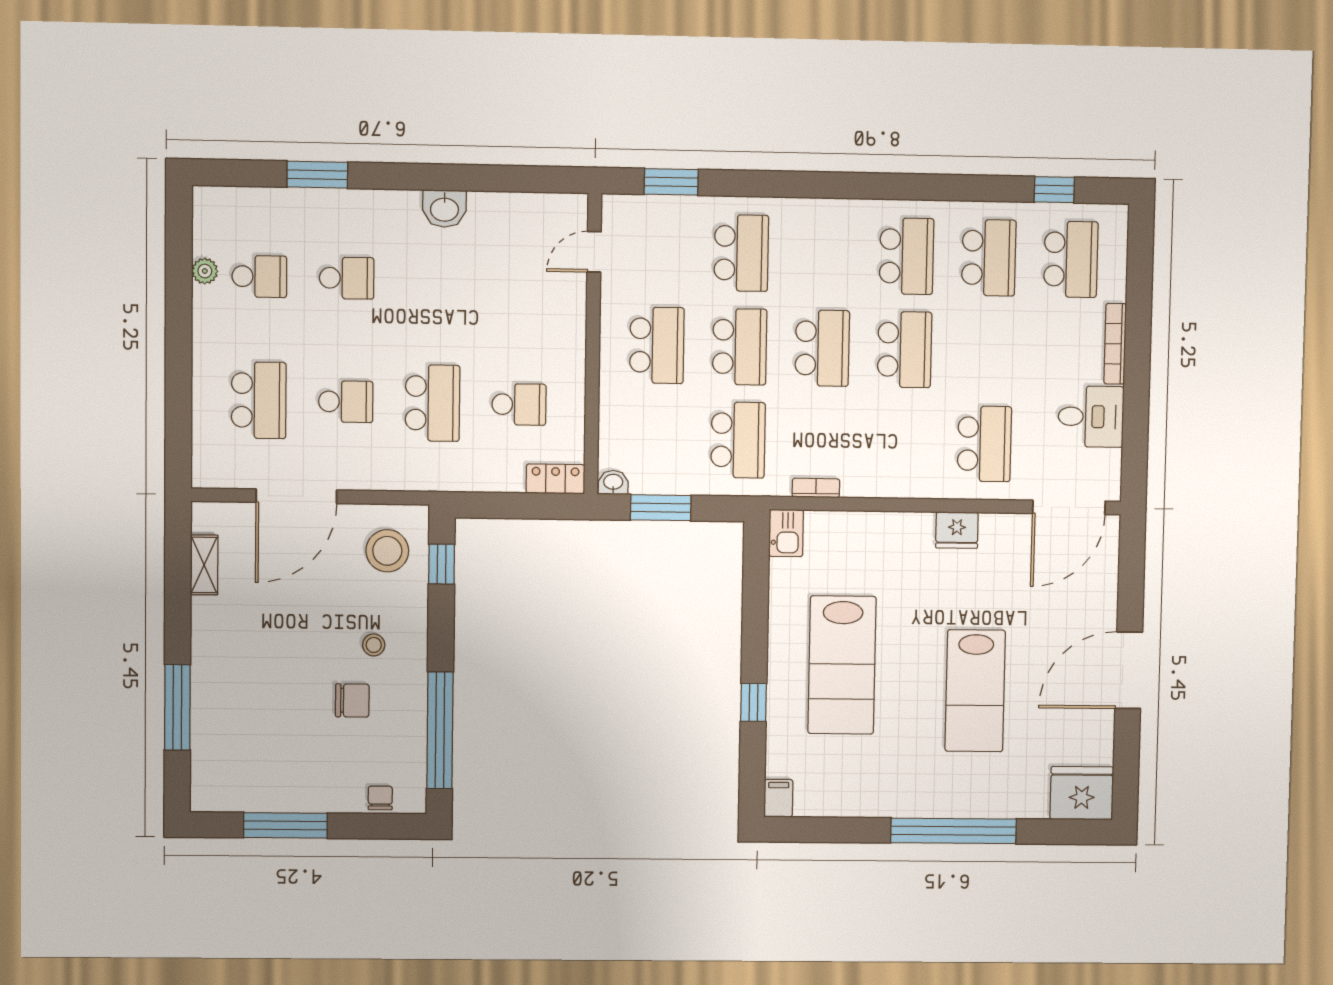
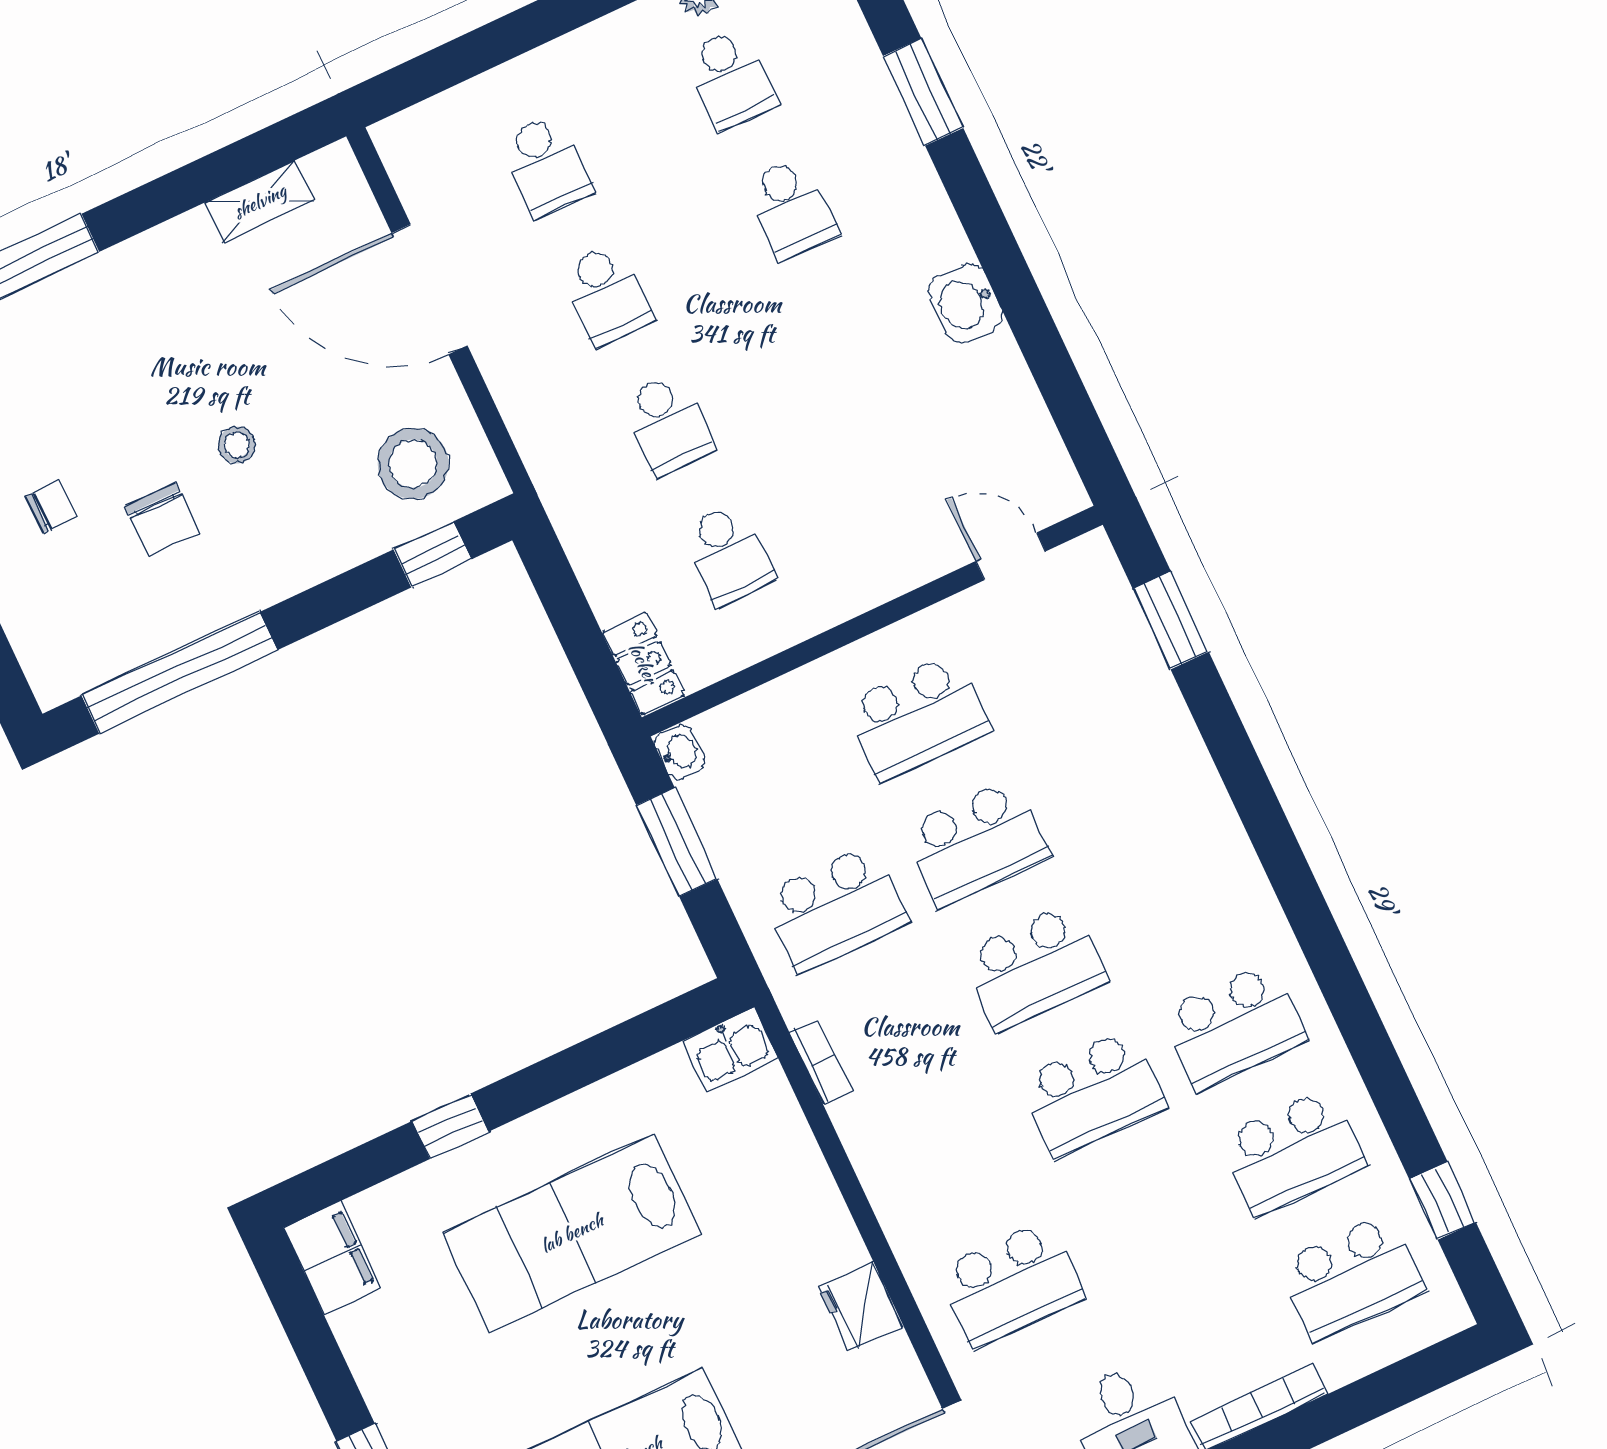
school desk: (741, 253) -> (1117, 777), removed
school desk: (259, 400) -> (546, 165), width x0.54
school desk: (432, 403) -> (668, 425), width x0.54
stool: (374, 645) -> (237, 445), moved
chair: (380, 798) -> (52, 506), moved
filing cabinet: (778, 798) -> (333, 1258), width x2.00

